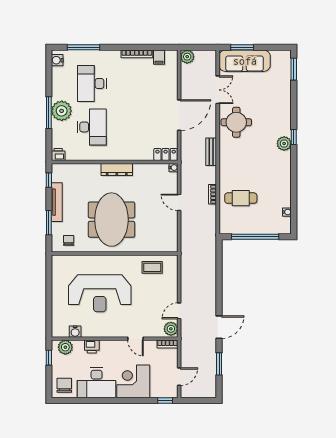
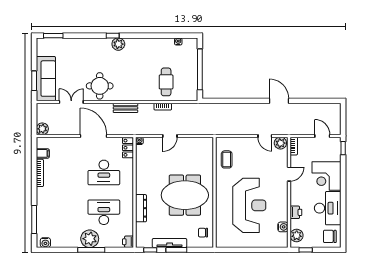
desk: (92, 84) -> (104, 172), moved
dresser: (117, 169) -> (141, 208), moved
window: (49, 223) -> (176, 250), moved
window: (219, 364) -> (311, 101), removed

